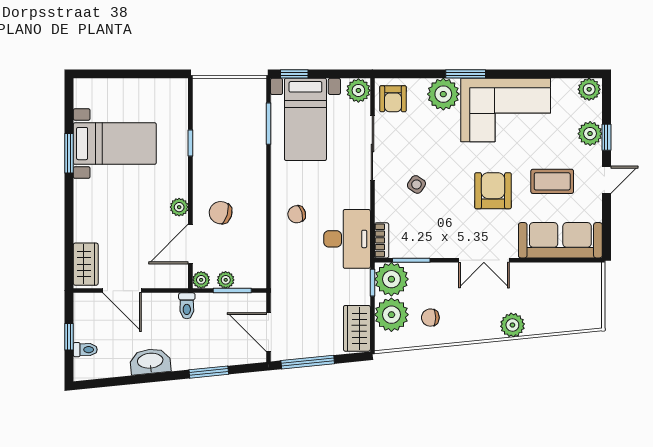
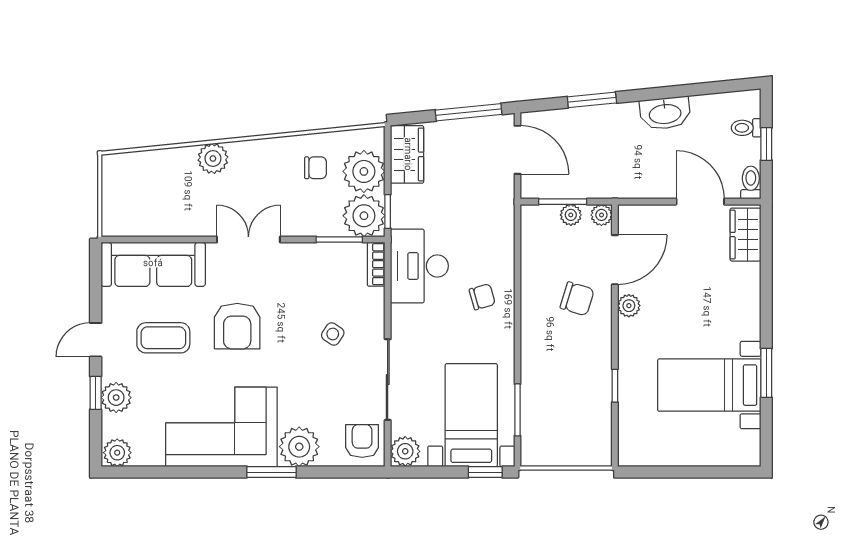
toilet: (187, 306) -> (751, 183), moved

